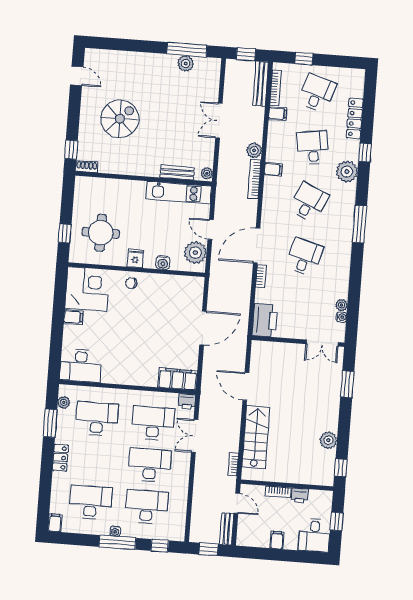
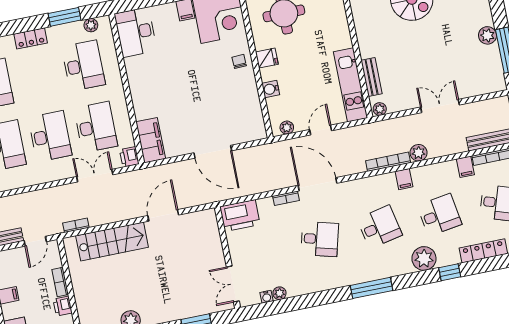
plant: (186, 63) -> (487, 35), moved
desk: (309, 202) -> (379, 227), turned -36
plant: (195, 253) -> (287, 128), width x0.53, depth x0.53

